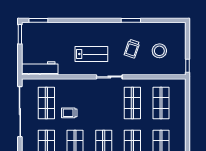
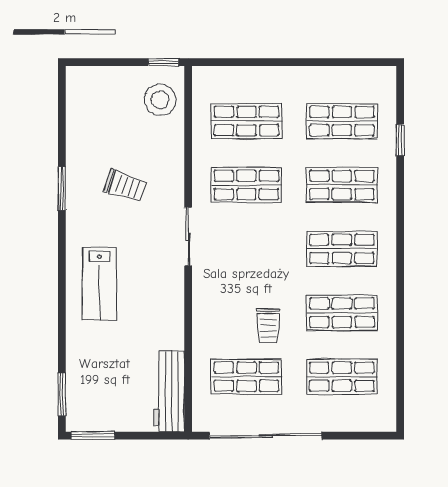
stool: (159, 51) -> (160, 100), moved
lab bench: (91, 54) -> (99, 284), moved, turned 180

